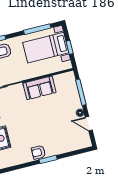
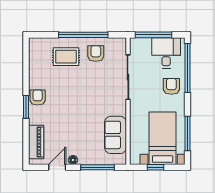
sofa: (39, 88) -> (116, 135), moved
piano: (73, 145) -> (36, 142), added

